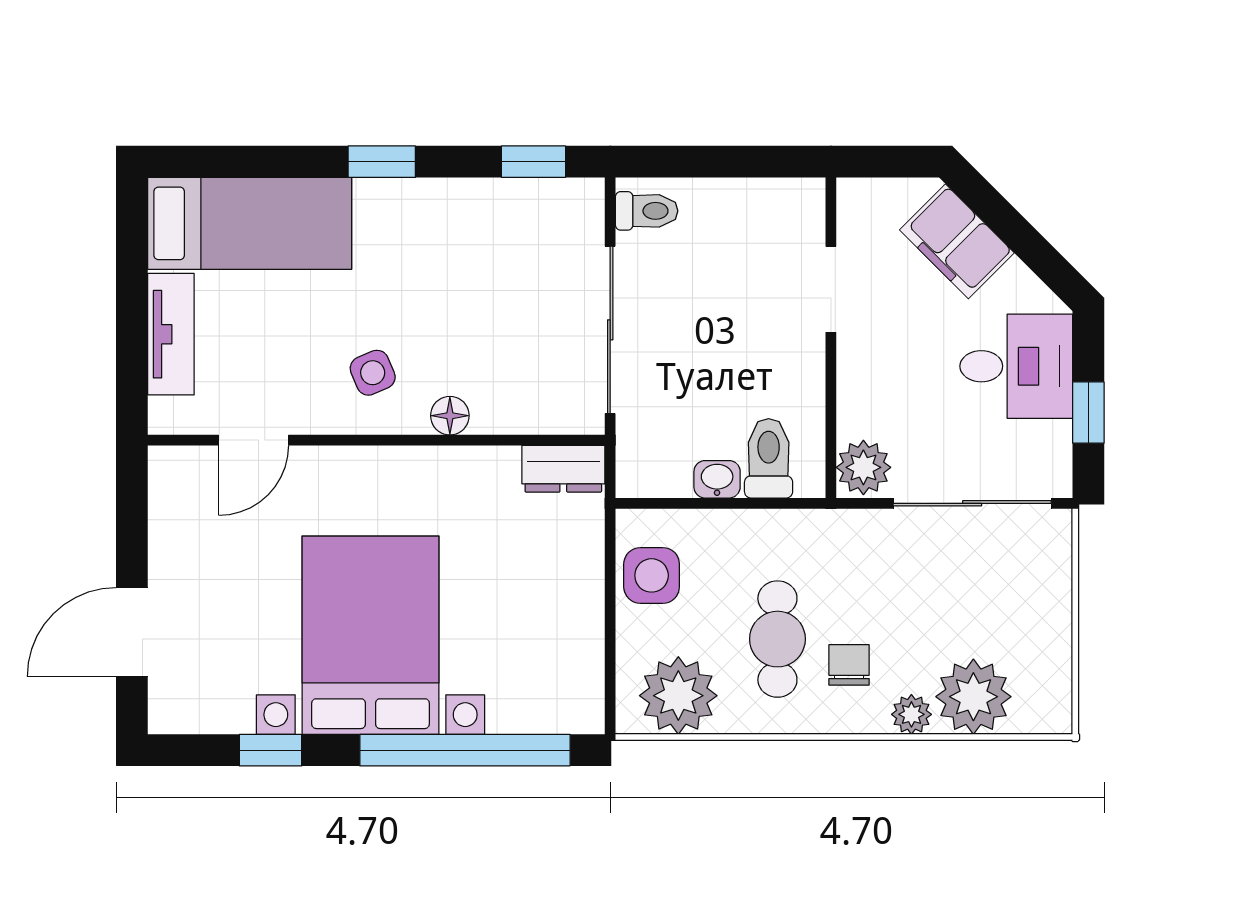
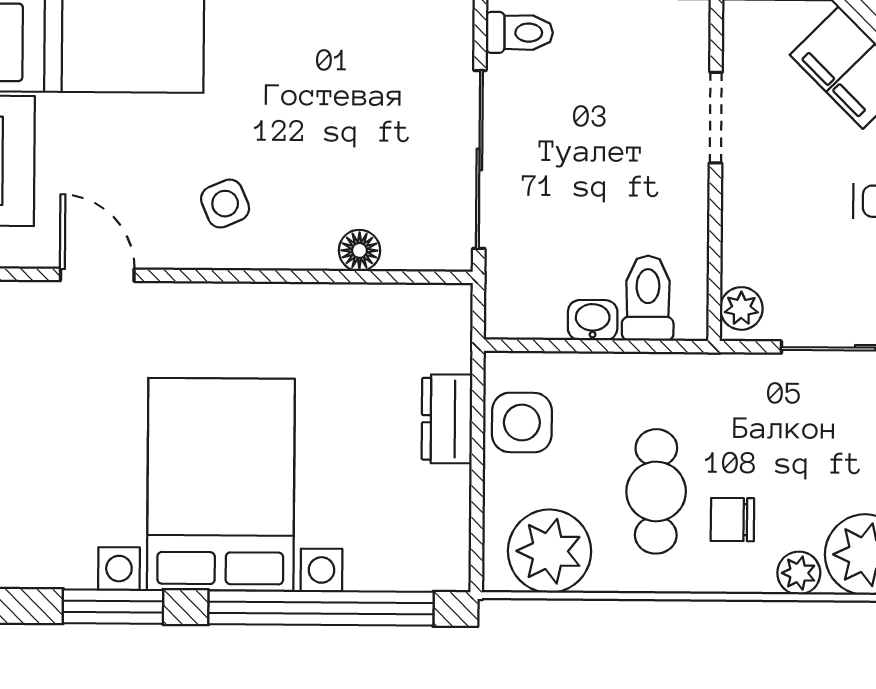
floor lamp: (450, 416) -> (359, 250), moved
door: (254, 440) -> (97, 275), swing flipped
plant: (863, 467) -> (741, 308), width x0.73, depth x0.73
dresser: (563, 469) -> (447, 419), moved, turned 90
chair: (849, 665) -> (732, 520), turned -90
window: (270, 750) -> (113, 607), width x1.50

